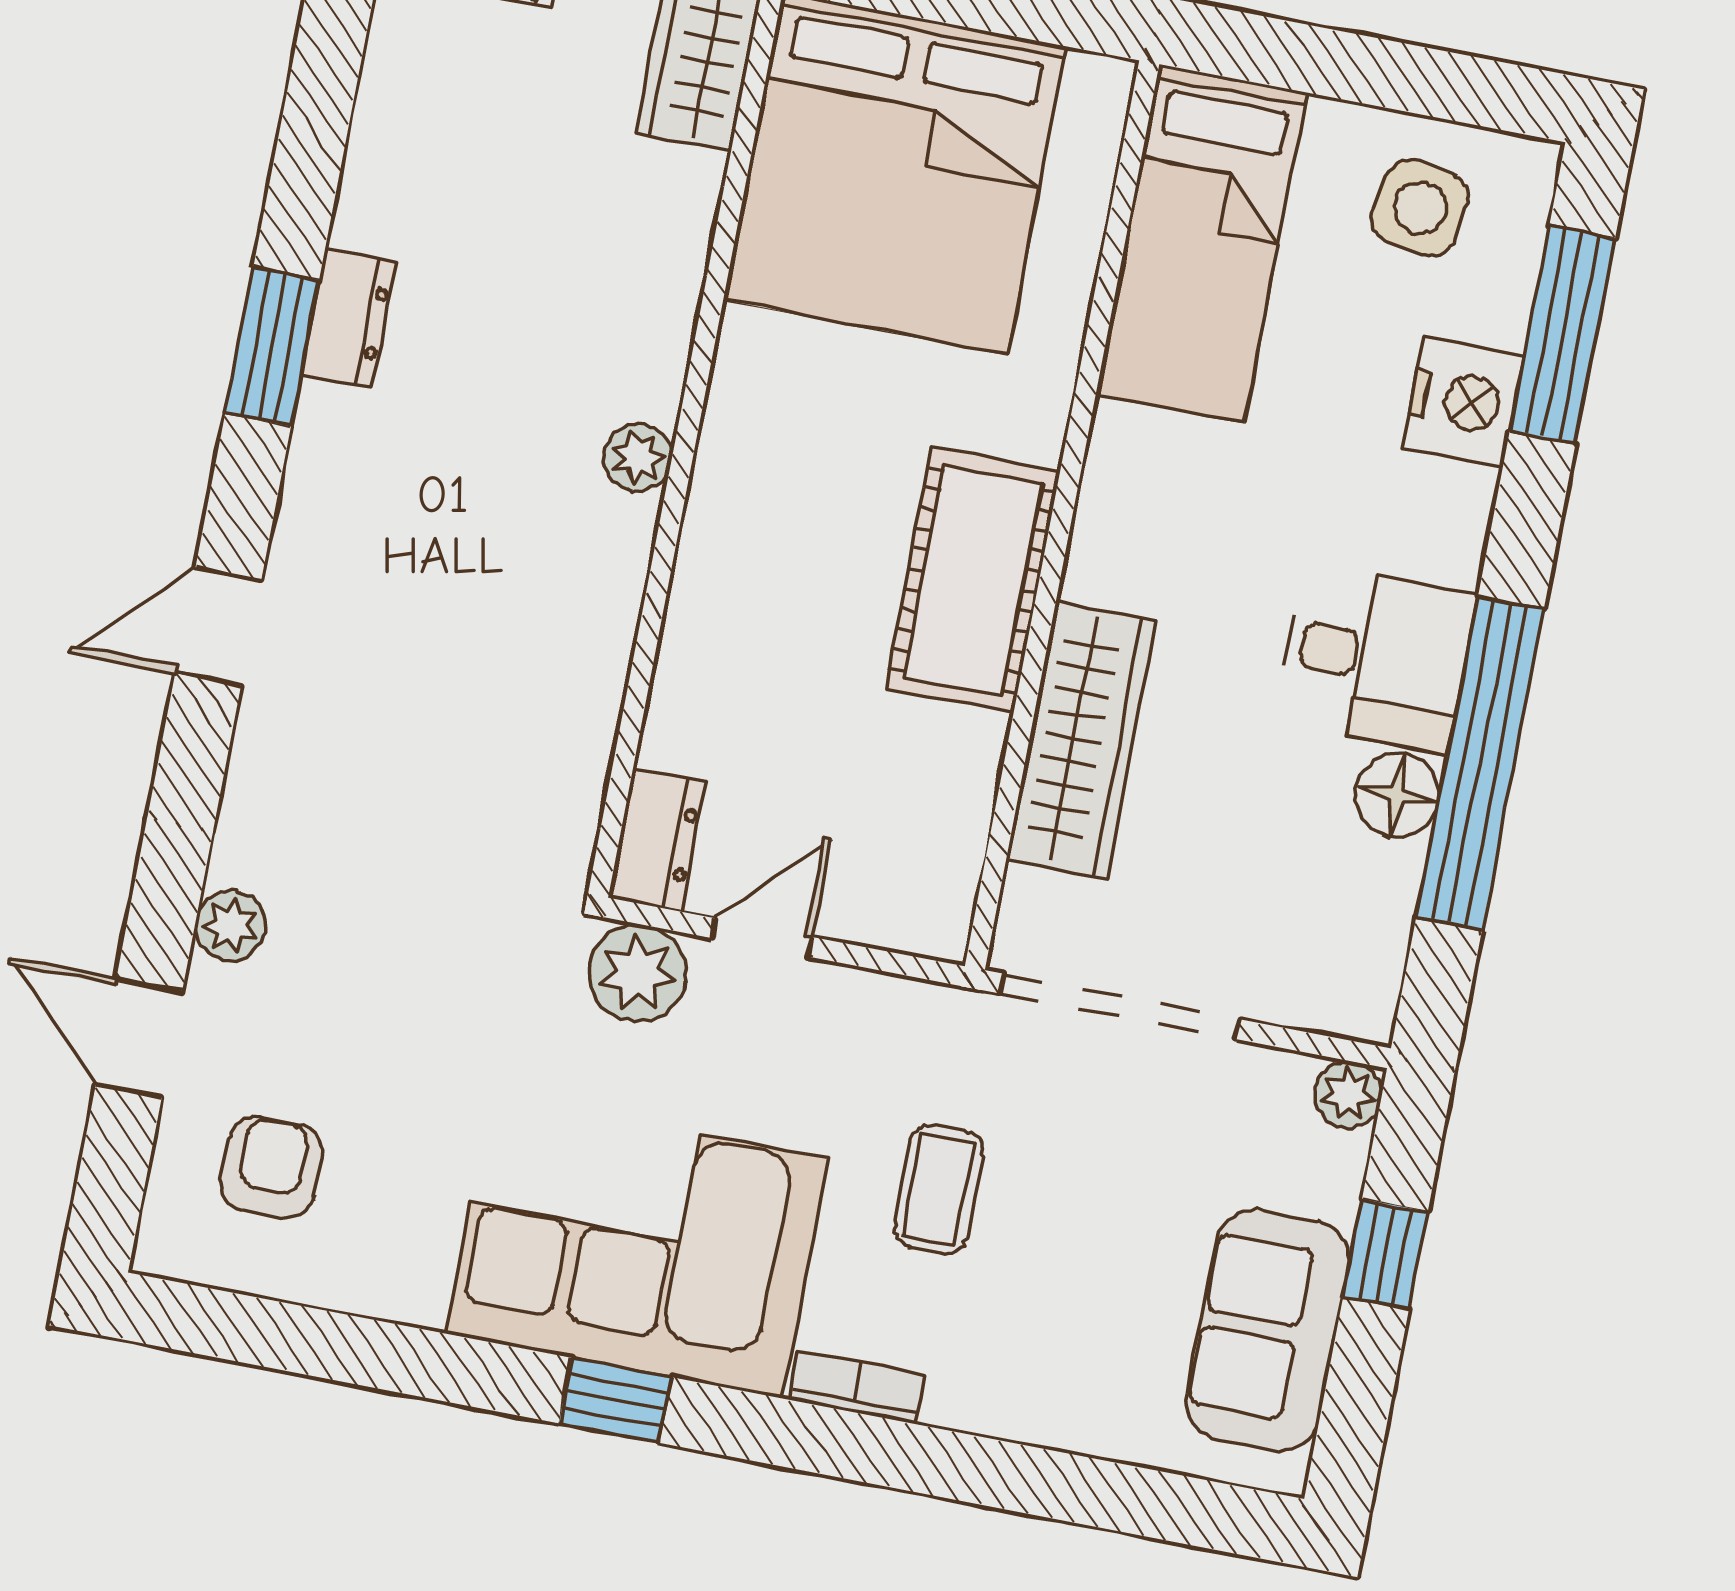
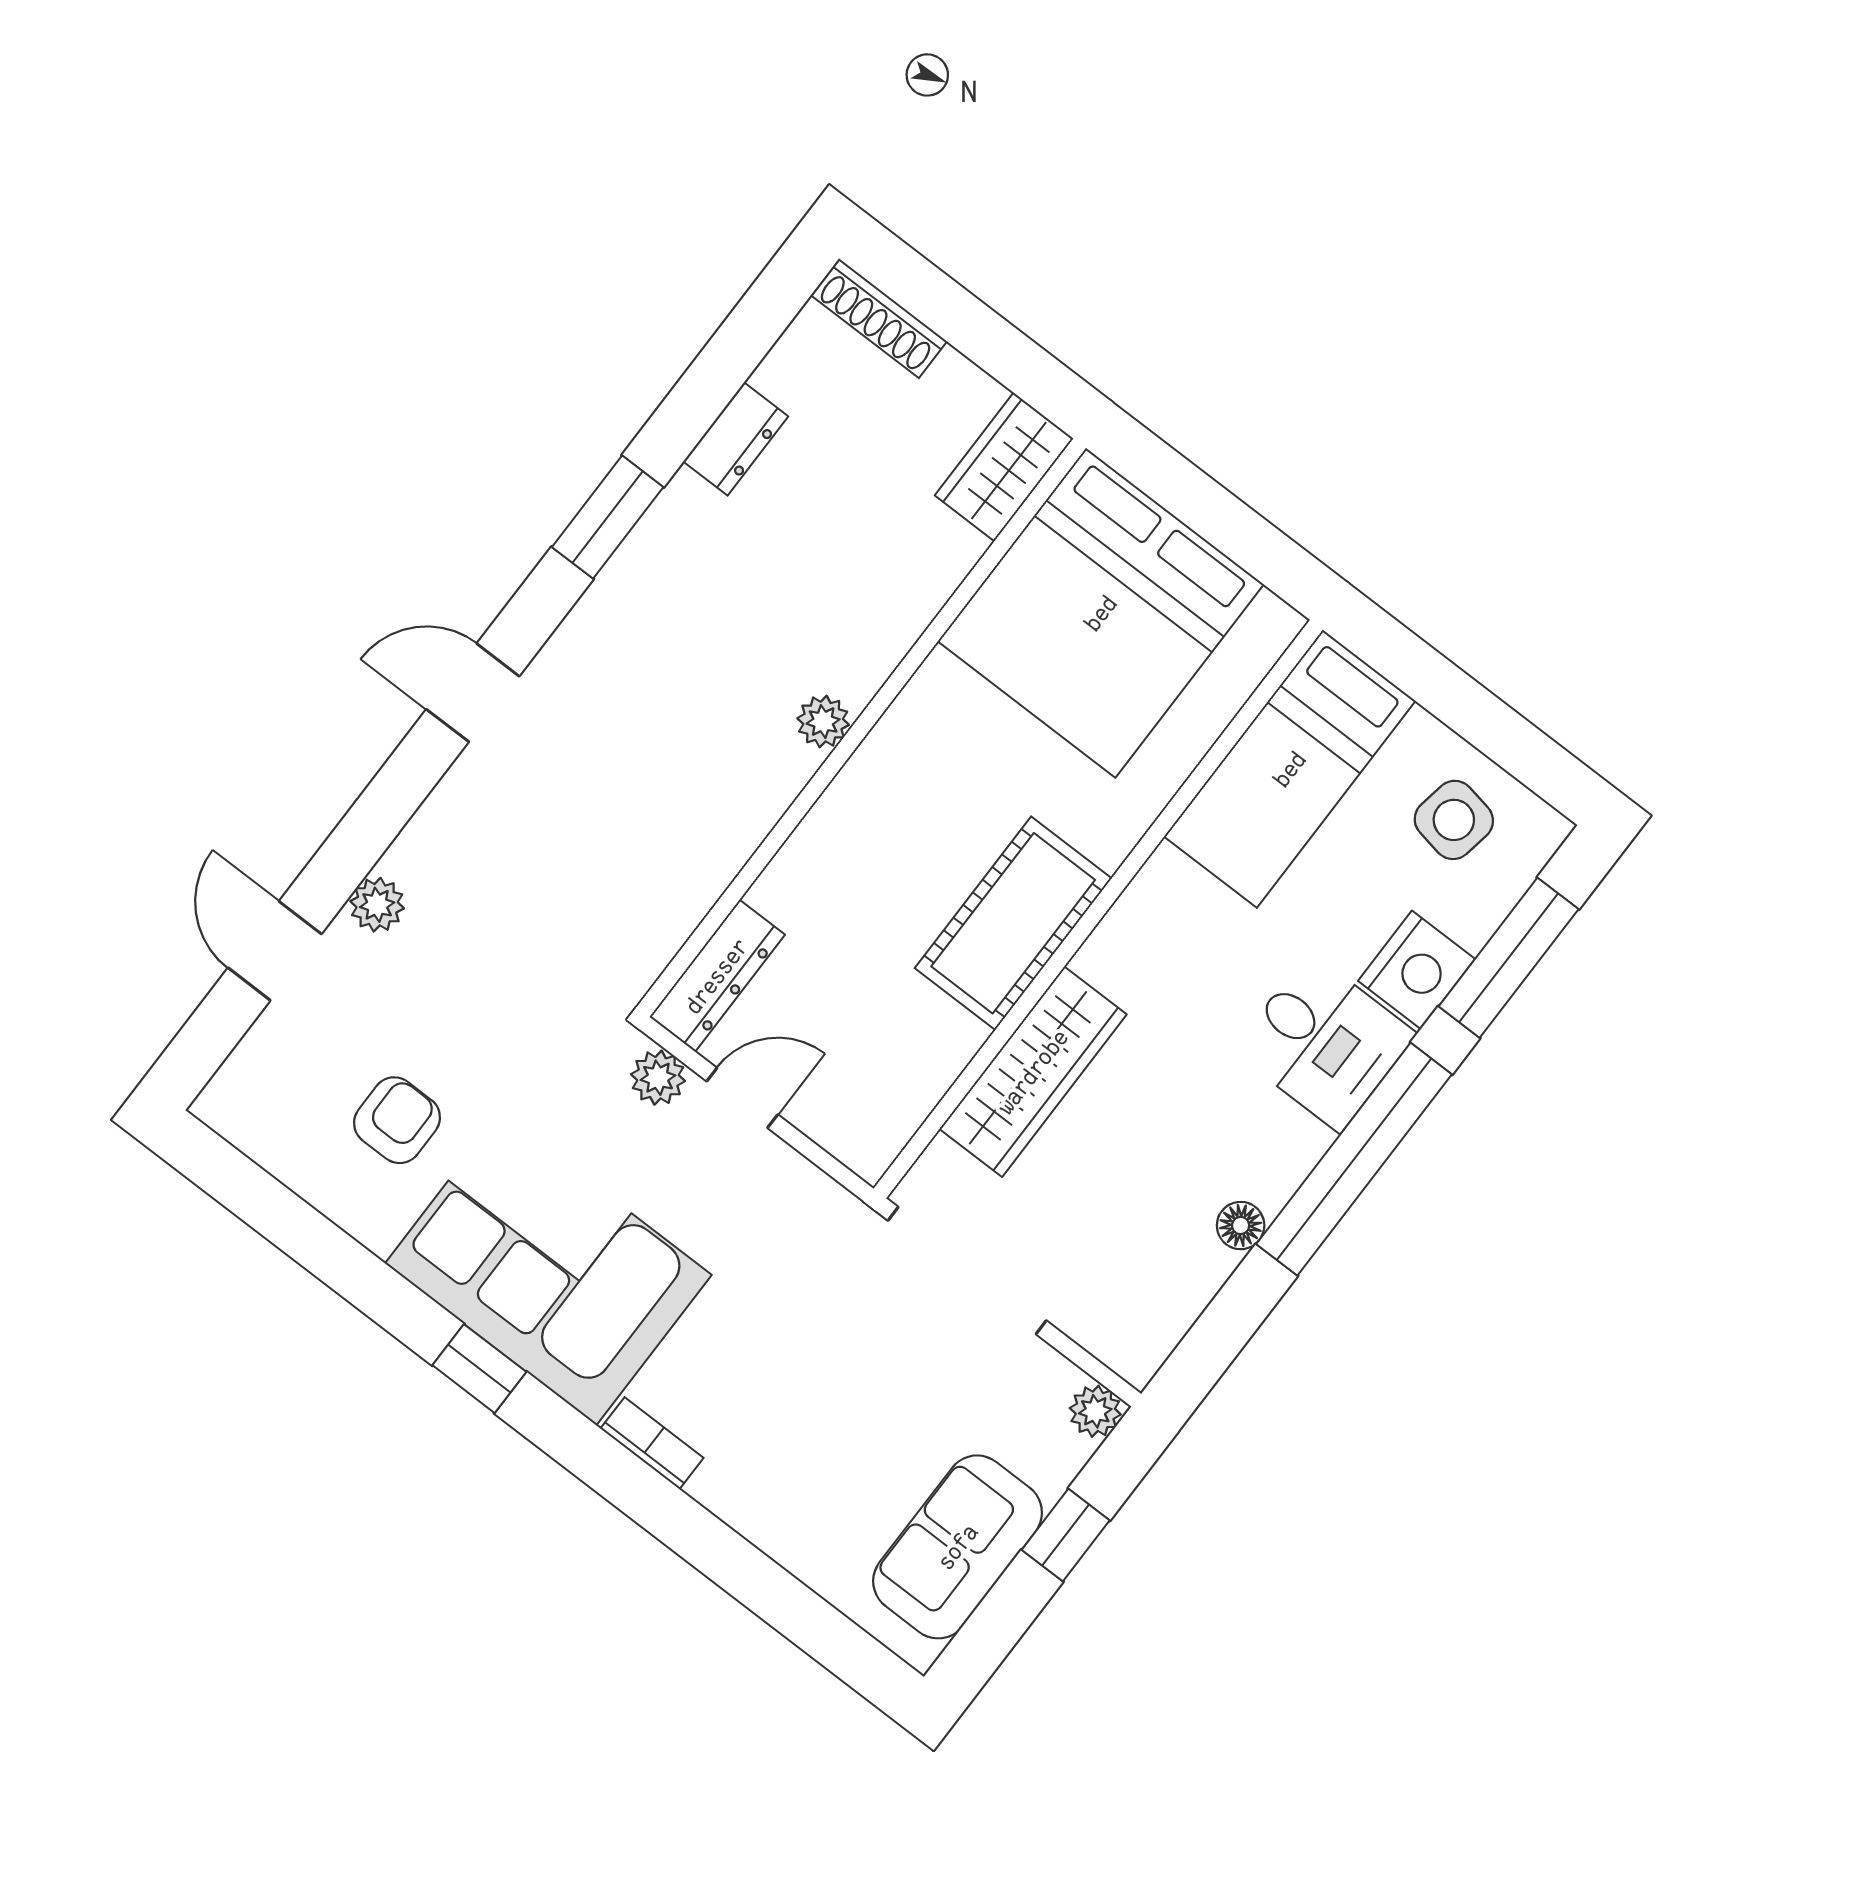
dresser: (348, 318) -> (736, 439), moved
desk: (1376, 658) -> (1324, 1042), moved
window: (1480, 763) -> (1354, 1159), moved
floor lamp: (1397, 795) -> (1241, 1226), width x0.73, depth x0.73
dresser: (657, 840) -> (717, 976), width x1.44
plant: (638, 973) -> (658, 1078), width x0.73, depth x0.73
armchair: (272, 1168) -> (397, 1120), moved
coffee table: (939, 1189) -> (778, 1335), removed

